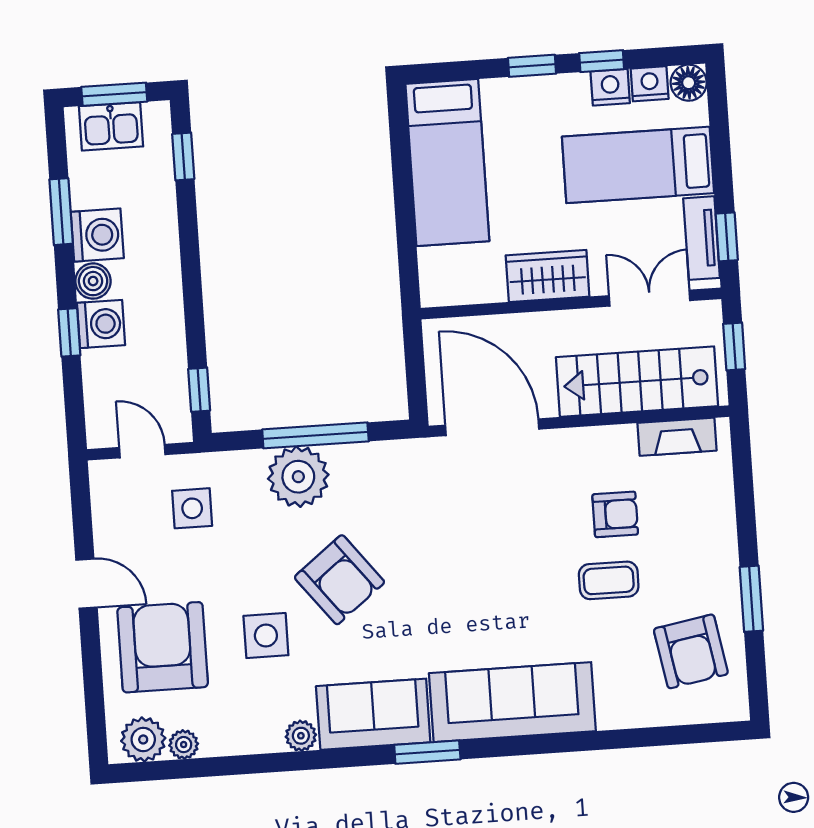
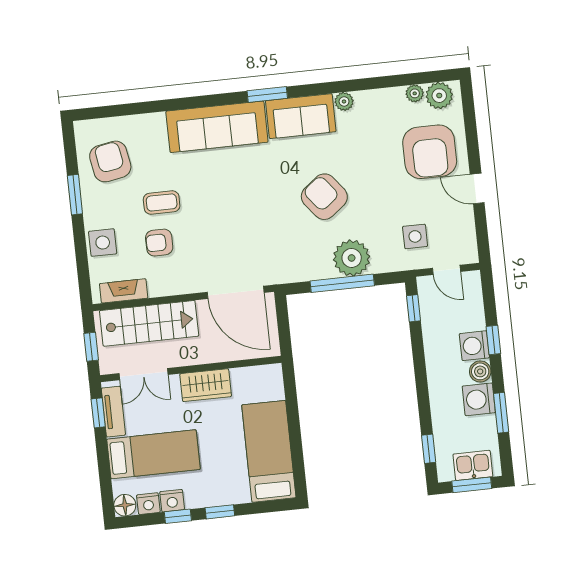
side table: (266, 636) -> (103, 243), moved

